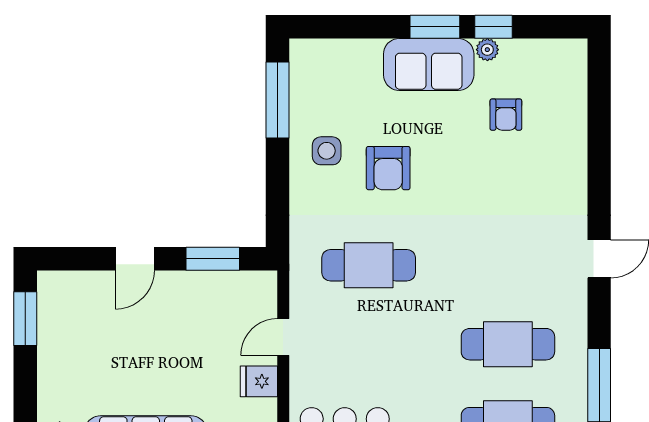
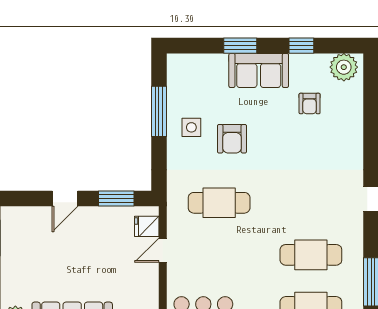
window: (435, 27) -> (240, 46), moved
plant: (487, 50) -> (344, 67), moved, width x1.87, depth x1.87
window: (277, 100) -> (159, 111), moved
fridge: (259, 381) -> (147, 226), moved

